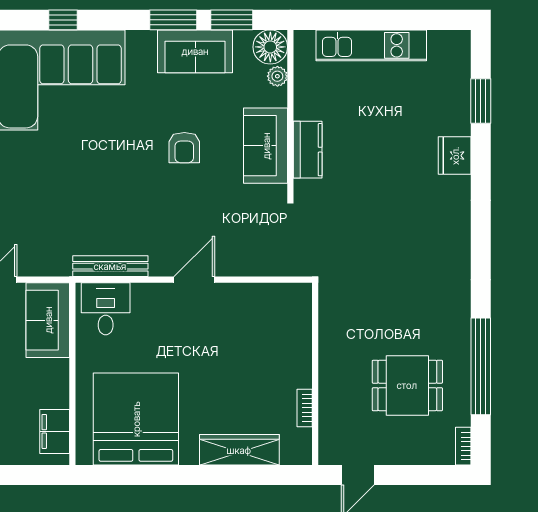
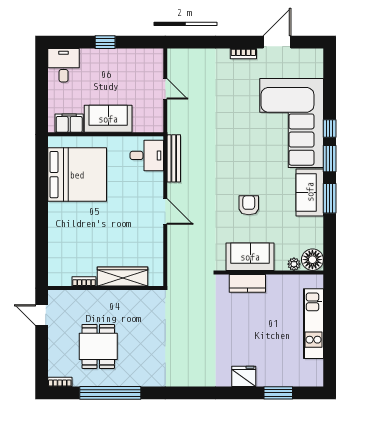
window: (232, 20) -> (330, 159), moved
sofa: (195, 51) -> (310, 192), moved
armchair: (184, 148) -> (249, 205), turned 90
sofa: (48, 320) -> (108, 119), moved
wardrobe: (239, 450) -> (122, 276), moved, turned -90

